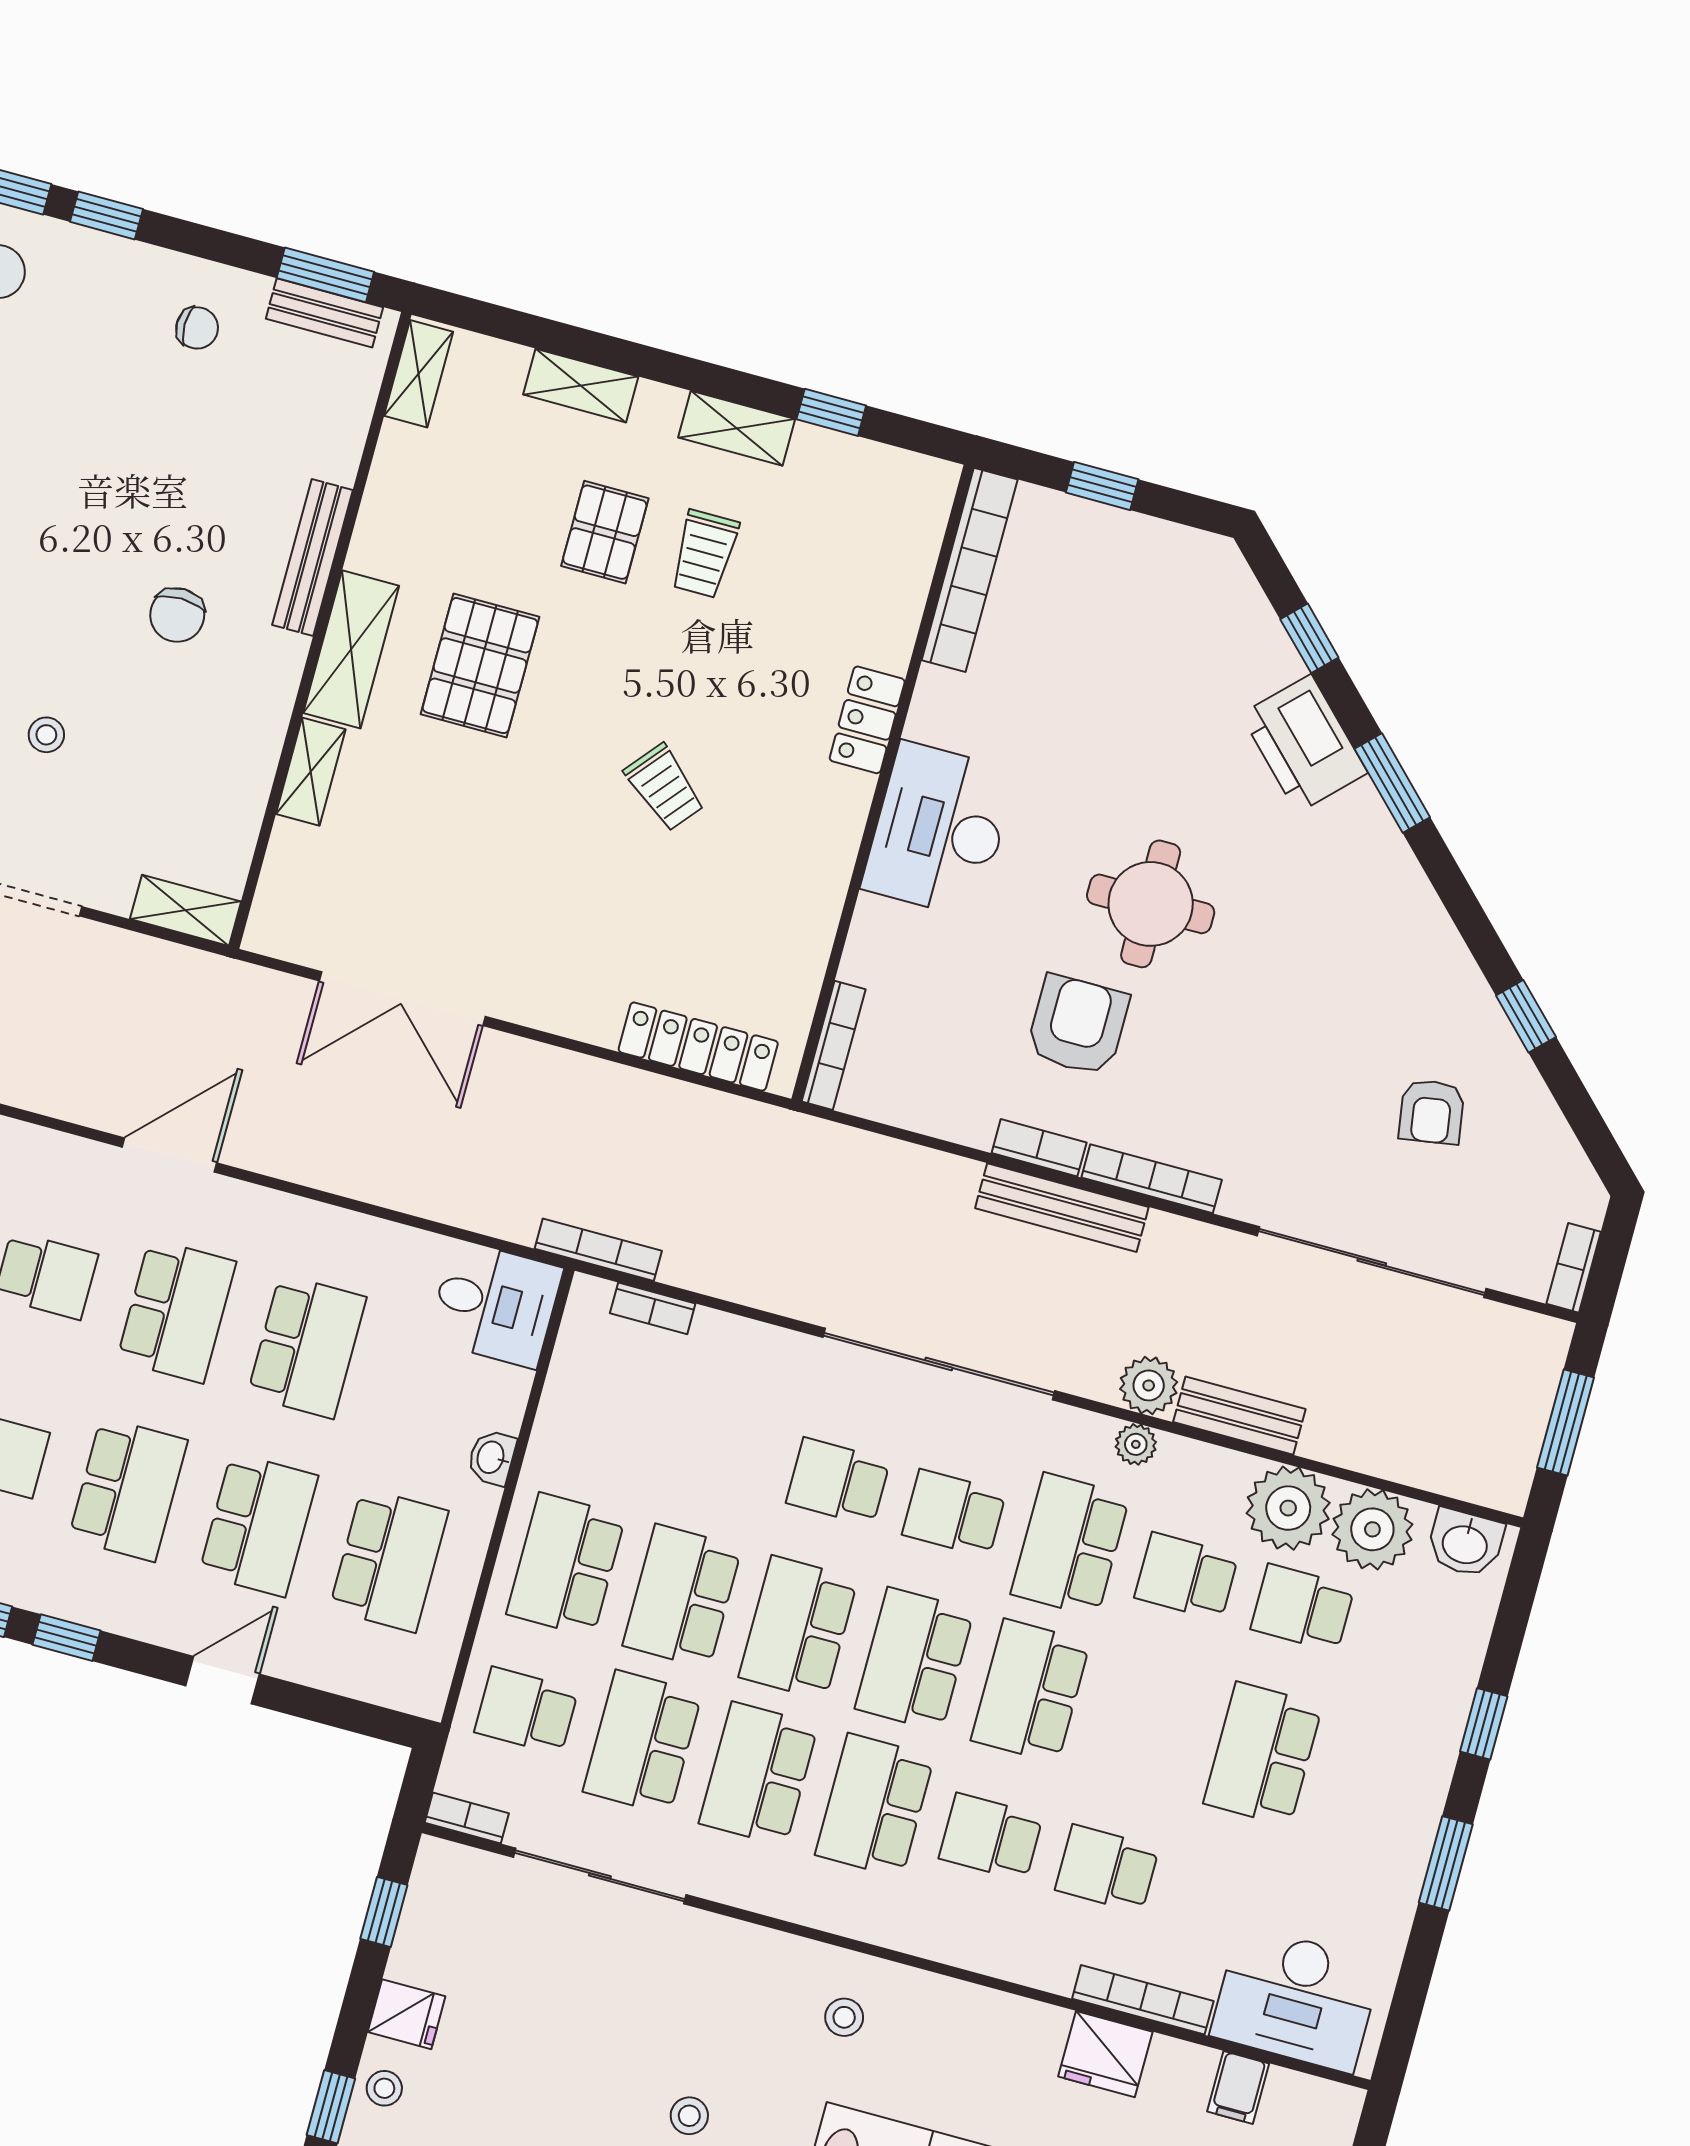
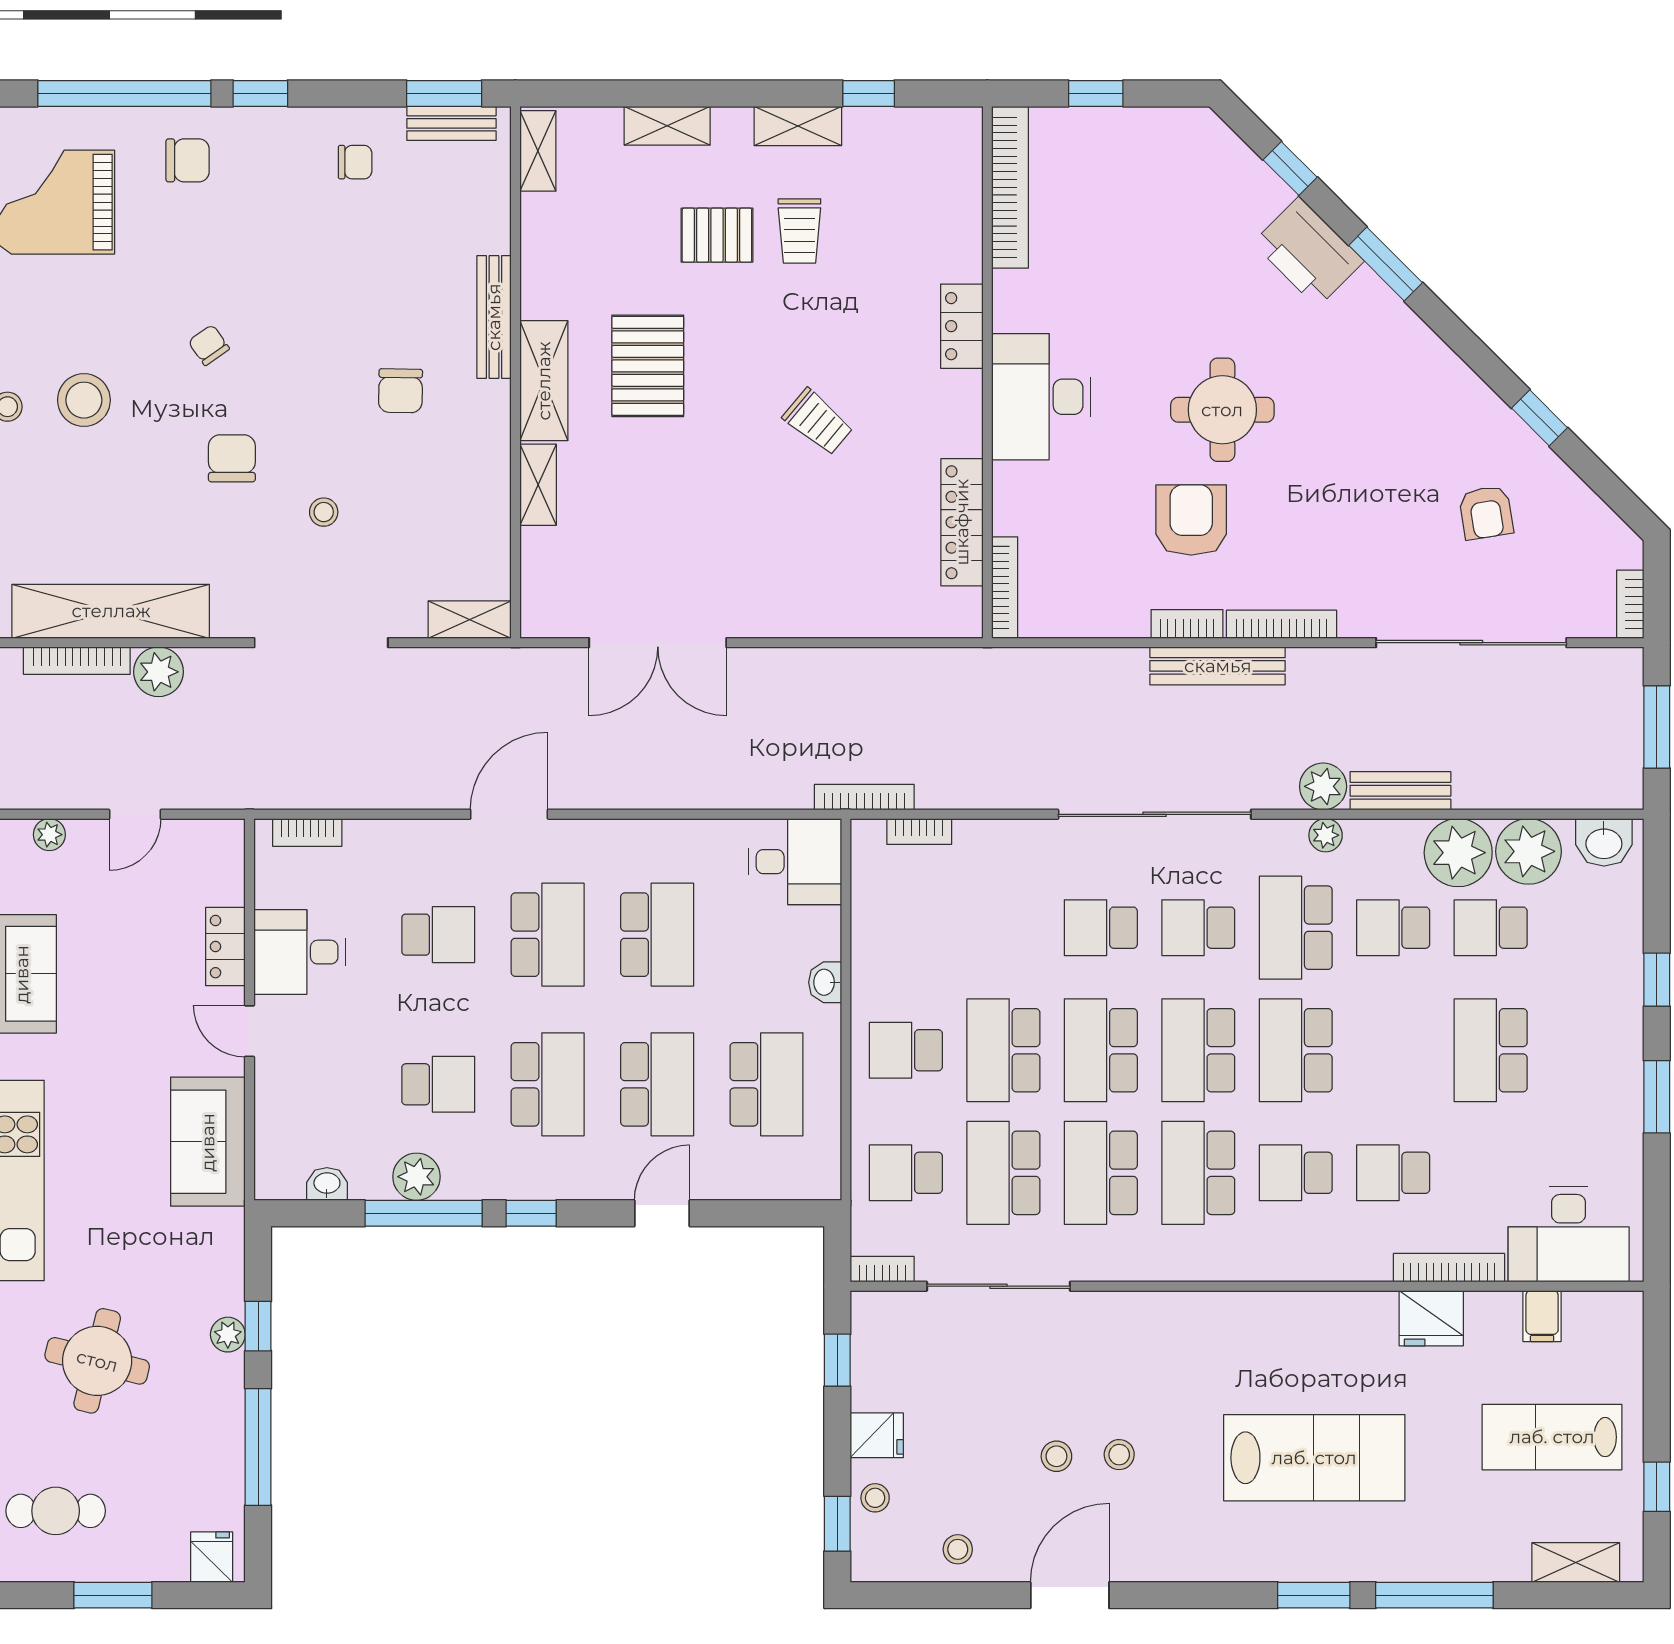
pallet: (605, 532) -> (717, 235), turned 90
locker: (698, 1047) -> (962, 522), moved, turned -90
school desk: (566, 1565) -> (906, 1050), width x0.54
stool: (844, 2017) -> (1056, 1456), moved

